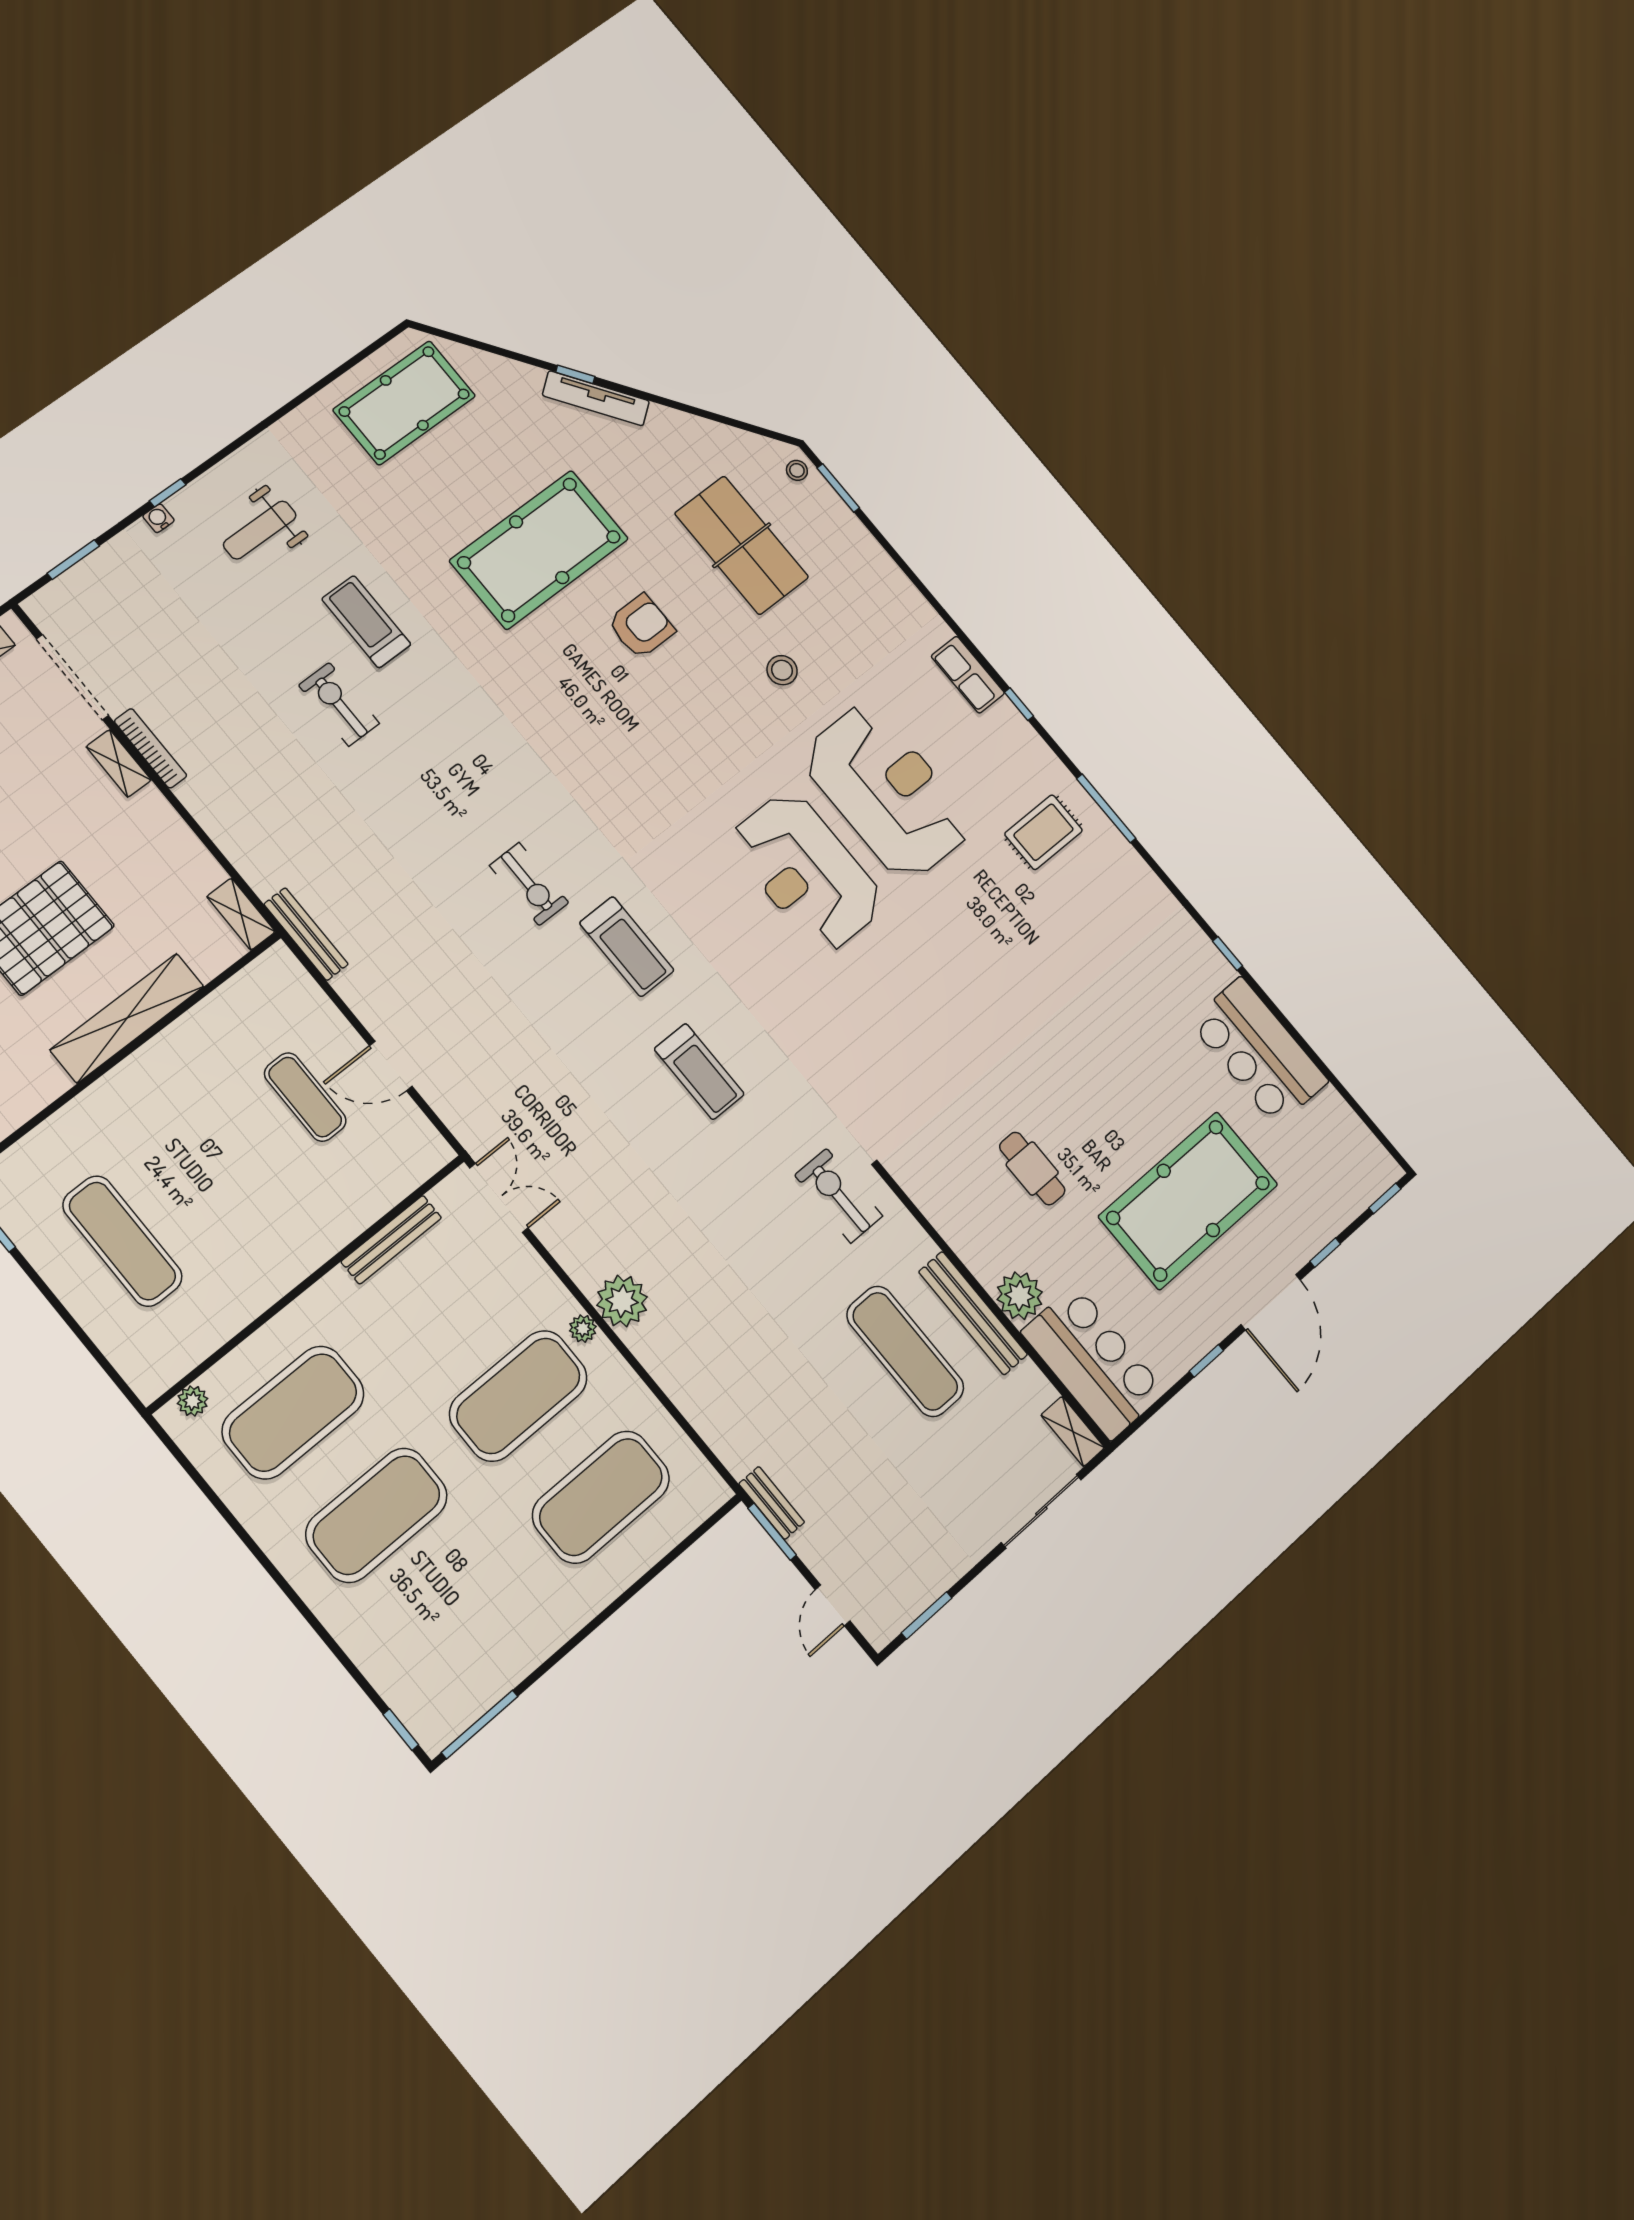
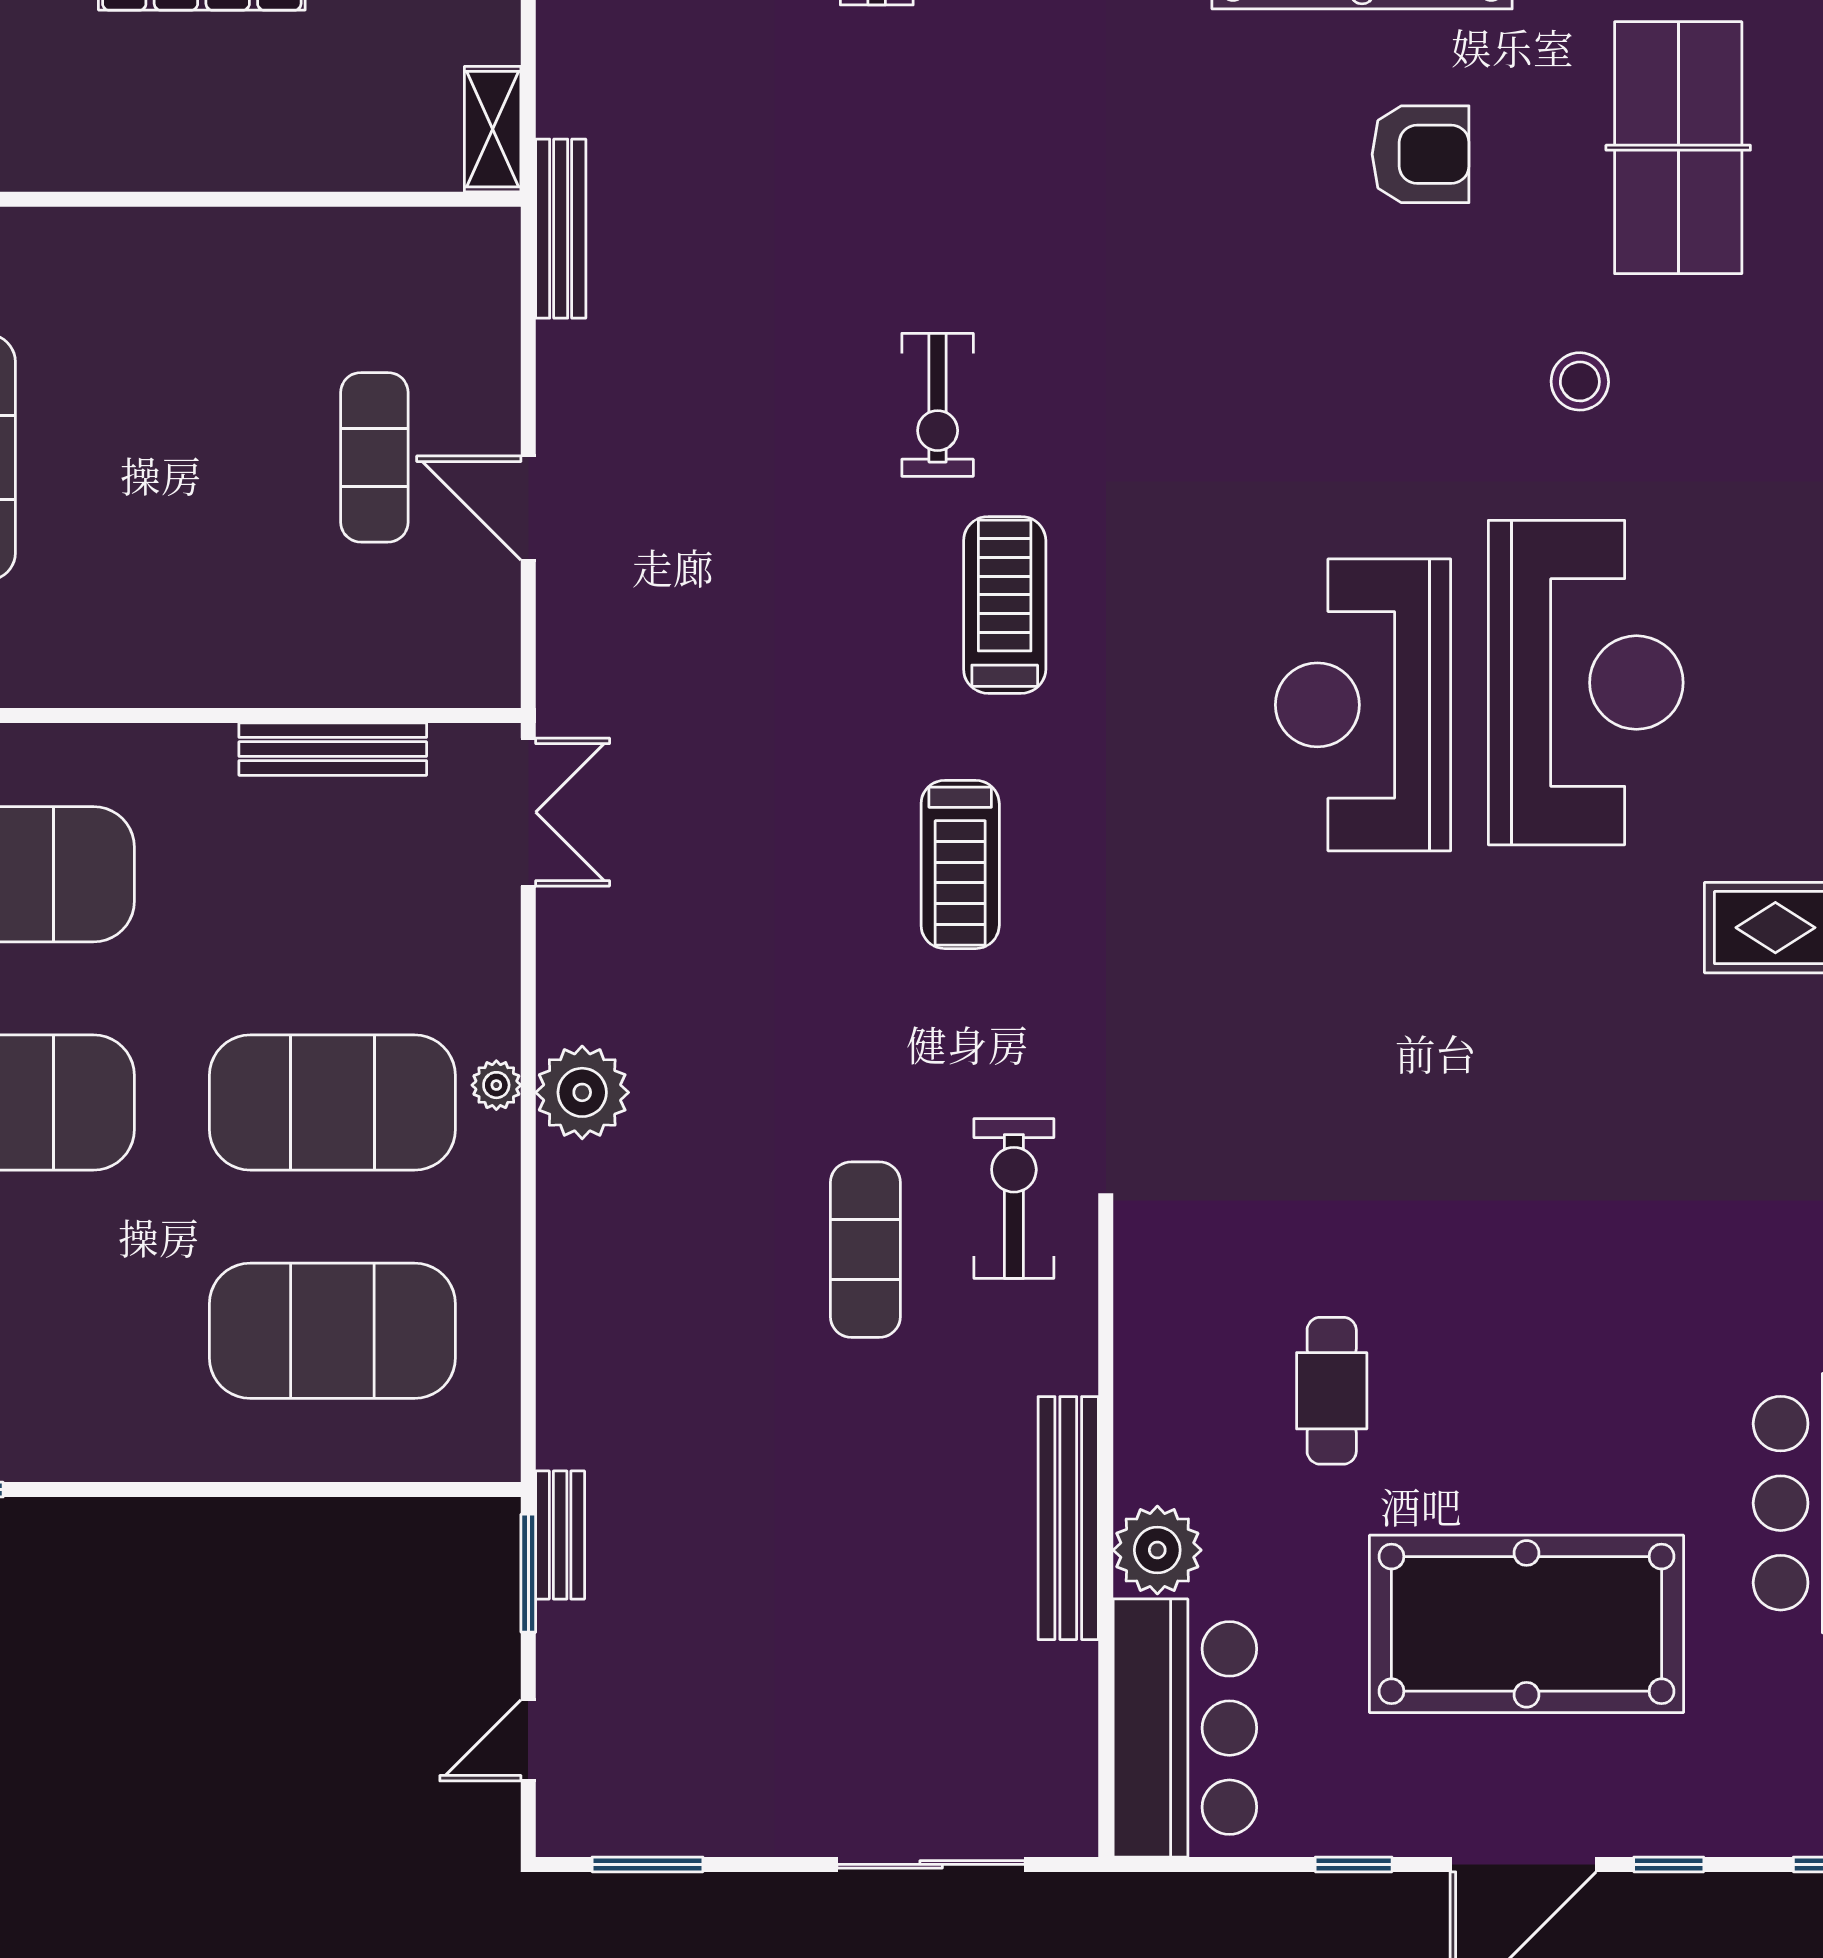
treadmill: (627, 947) -> (1005, 605), turned 180
shelving: (127, 1018) -> (219, 154), removed
exercise mat: (905, 1351) -> (865, 1250), moved, width x0.73, depth x0.69
shelving: (1073, 1431) -> (1071, 1797), removed

